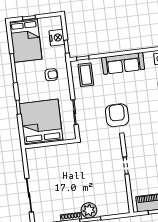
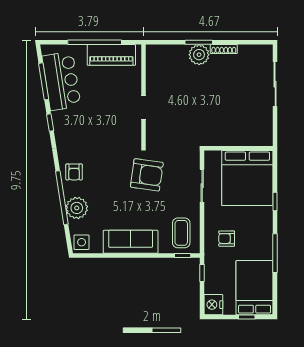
nightstand: (57, 38) -> (213, 305), moved
armchair: (117, 115) -> (147, 175), turned -82

